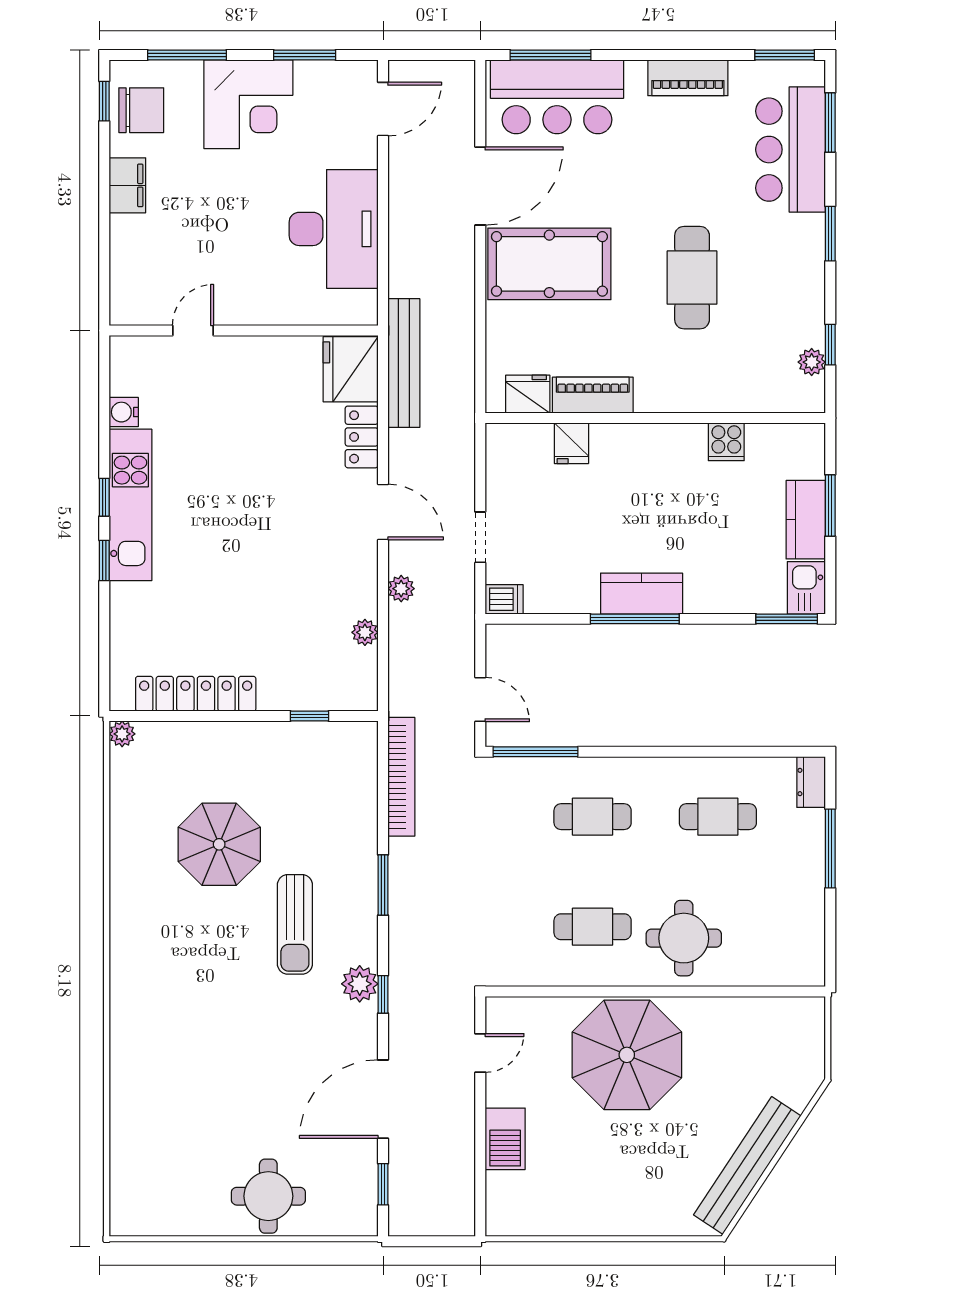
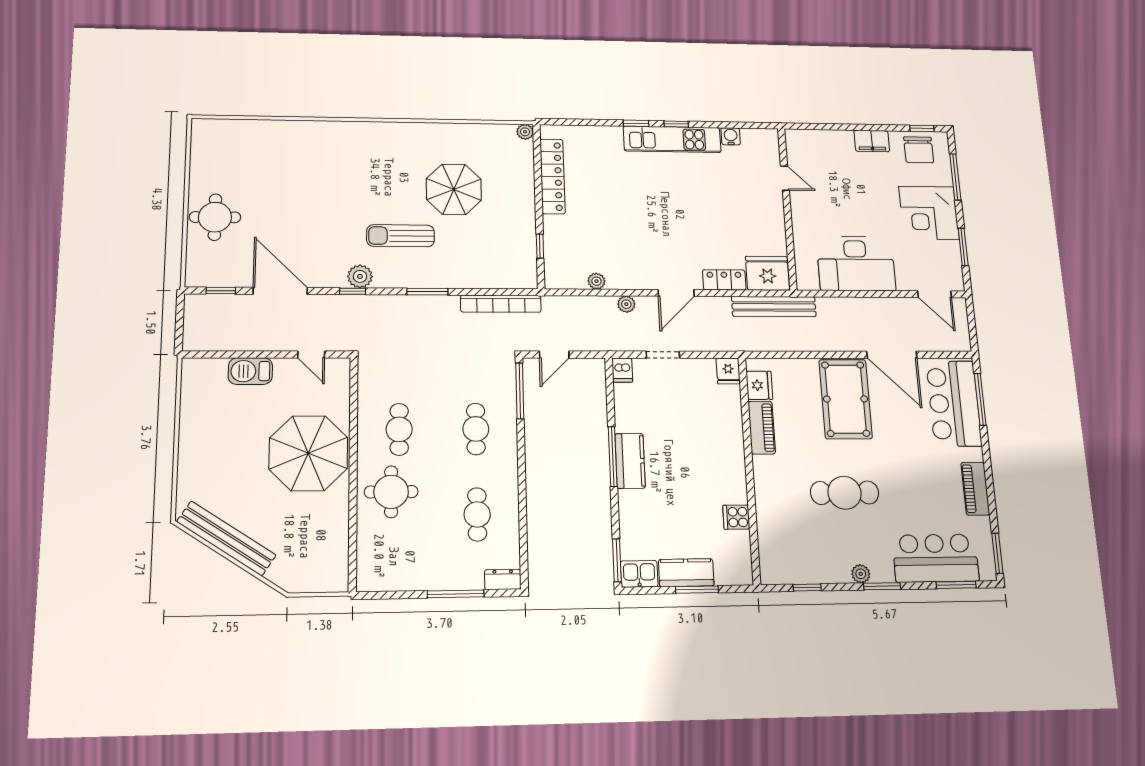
plant: (812, 362) -> (861, 574), moved
fridge: (571, 443) -> (728, 371), moved, turned -90

